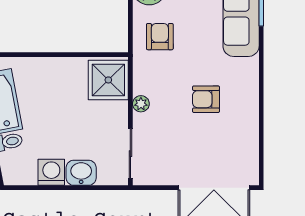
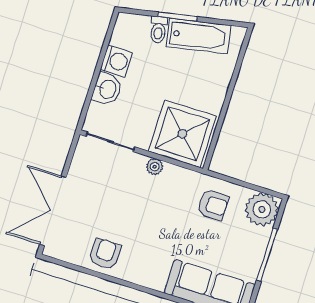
shower: (108, 80) -> (182, 134), width x1.37, depth x1.37
armchair: (206, 99) -> (105, 254), moved

